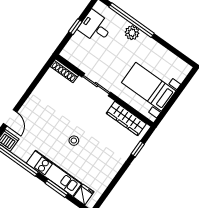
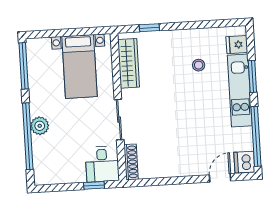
window: (75, 27) -> (94, 185), moved
desk: (95, 27) -> (102, 164), moved
window: (177, 53) -> (24, 66), added
stool: (74, 141) -> (199, 65), moved

